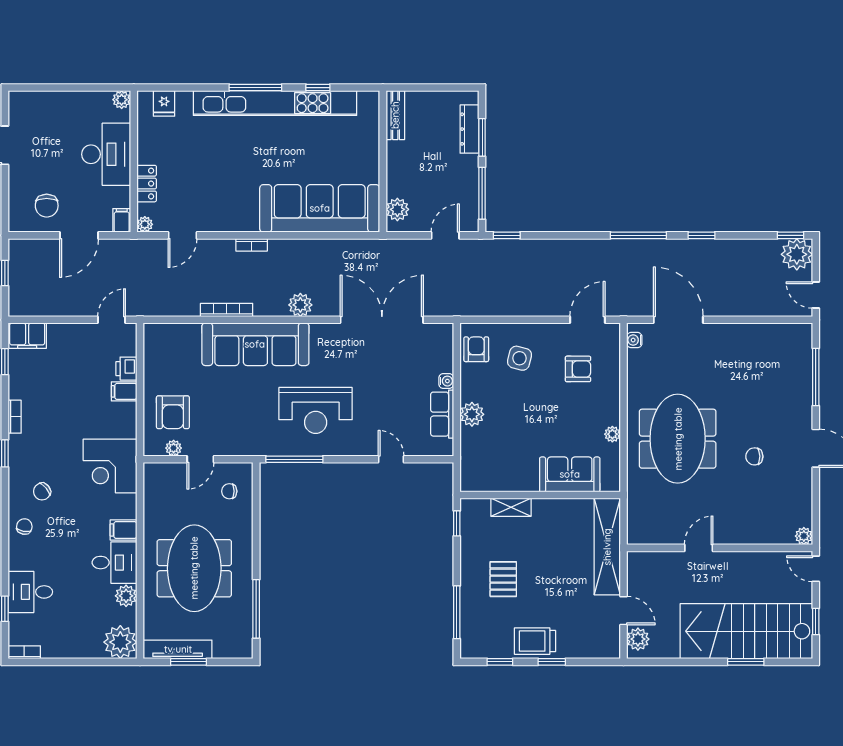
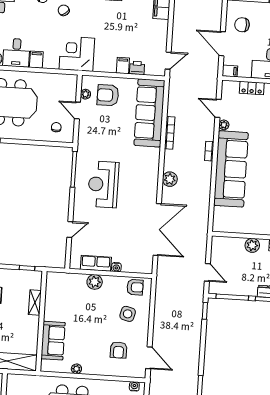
sofa: (320, 208) -> (231, 169), moved
plant: (397, 209) -> (252, 245), moved
plant: (145, 224) -> (224, 125), moved
door: (112, 320) -> (168, 61), hinge flipped
sofa: (255, 344) -> (149, 113), moved

